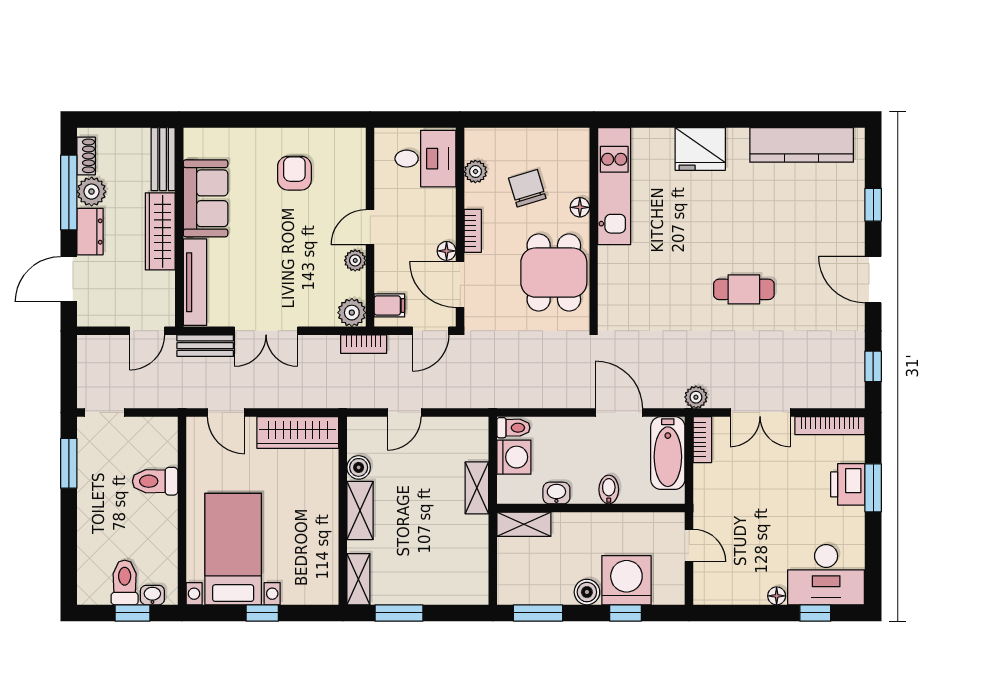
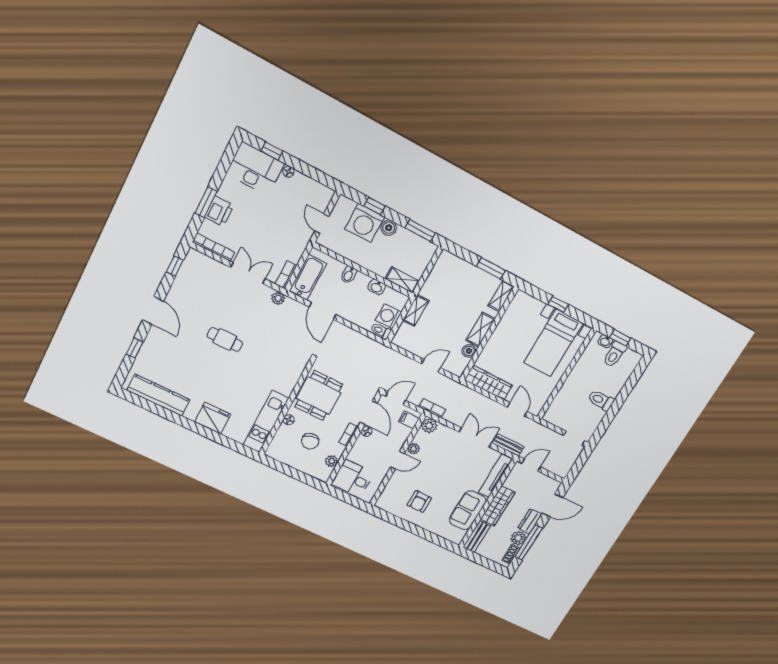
window: (69, 463) -> (605, 423), removed
toilet: (155, 481) -> (601, 400), moved, turned 180

